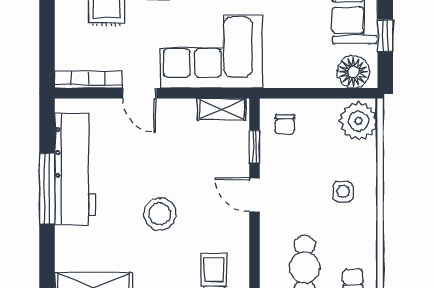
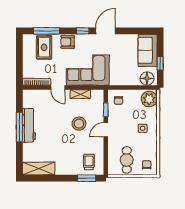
shelving: (222, 109) -> (80, 94), moved
workbench: (75, 169) -> (29, 125), width x0.73, depth x0.76
door: (255, 195) -> (106, 130), hinge flipped
stool: (160, 214) -> (79, 124), moved

